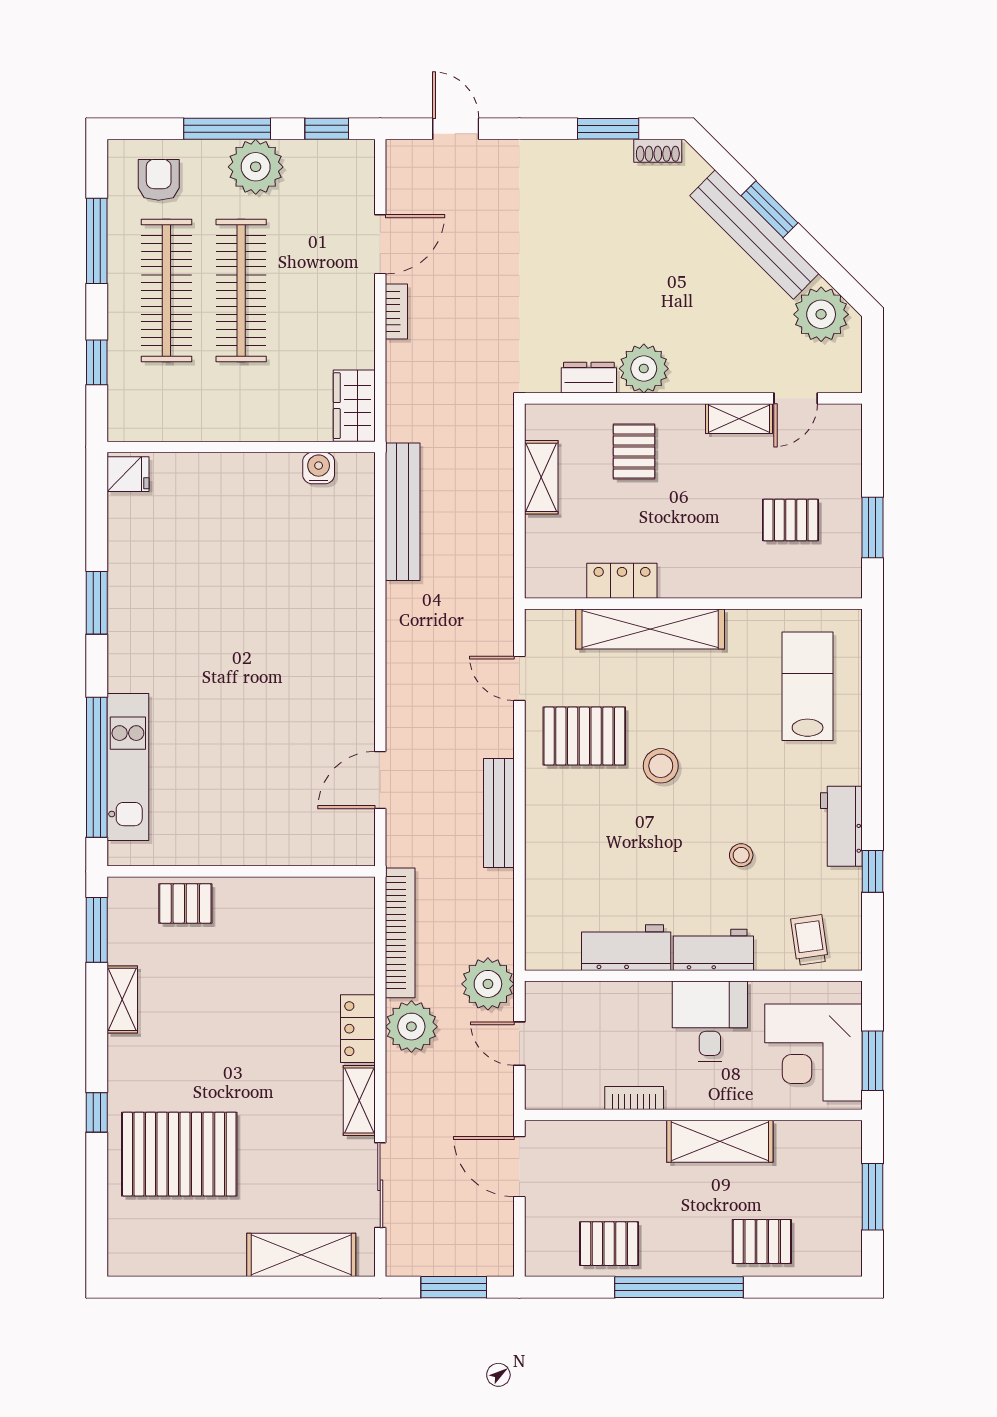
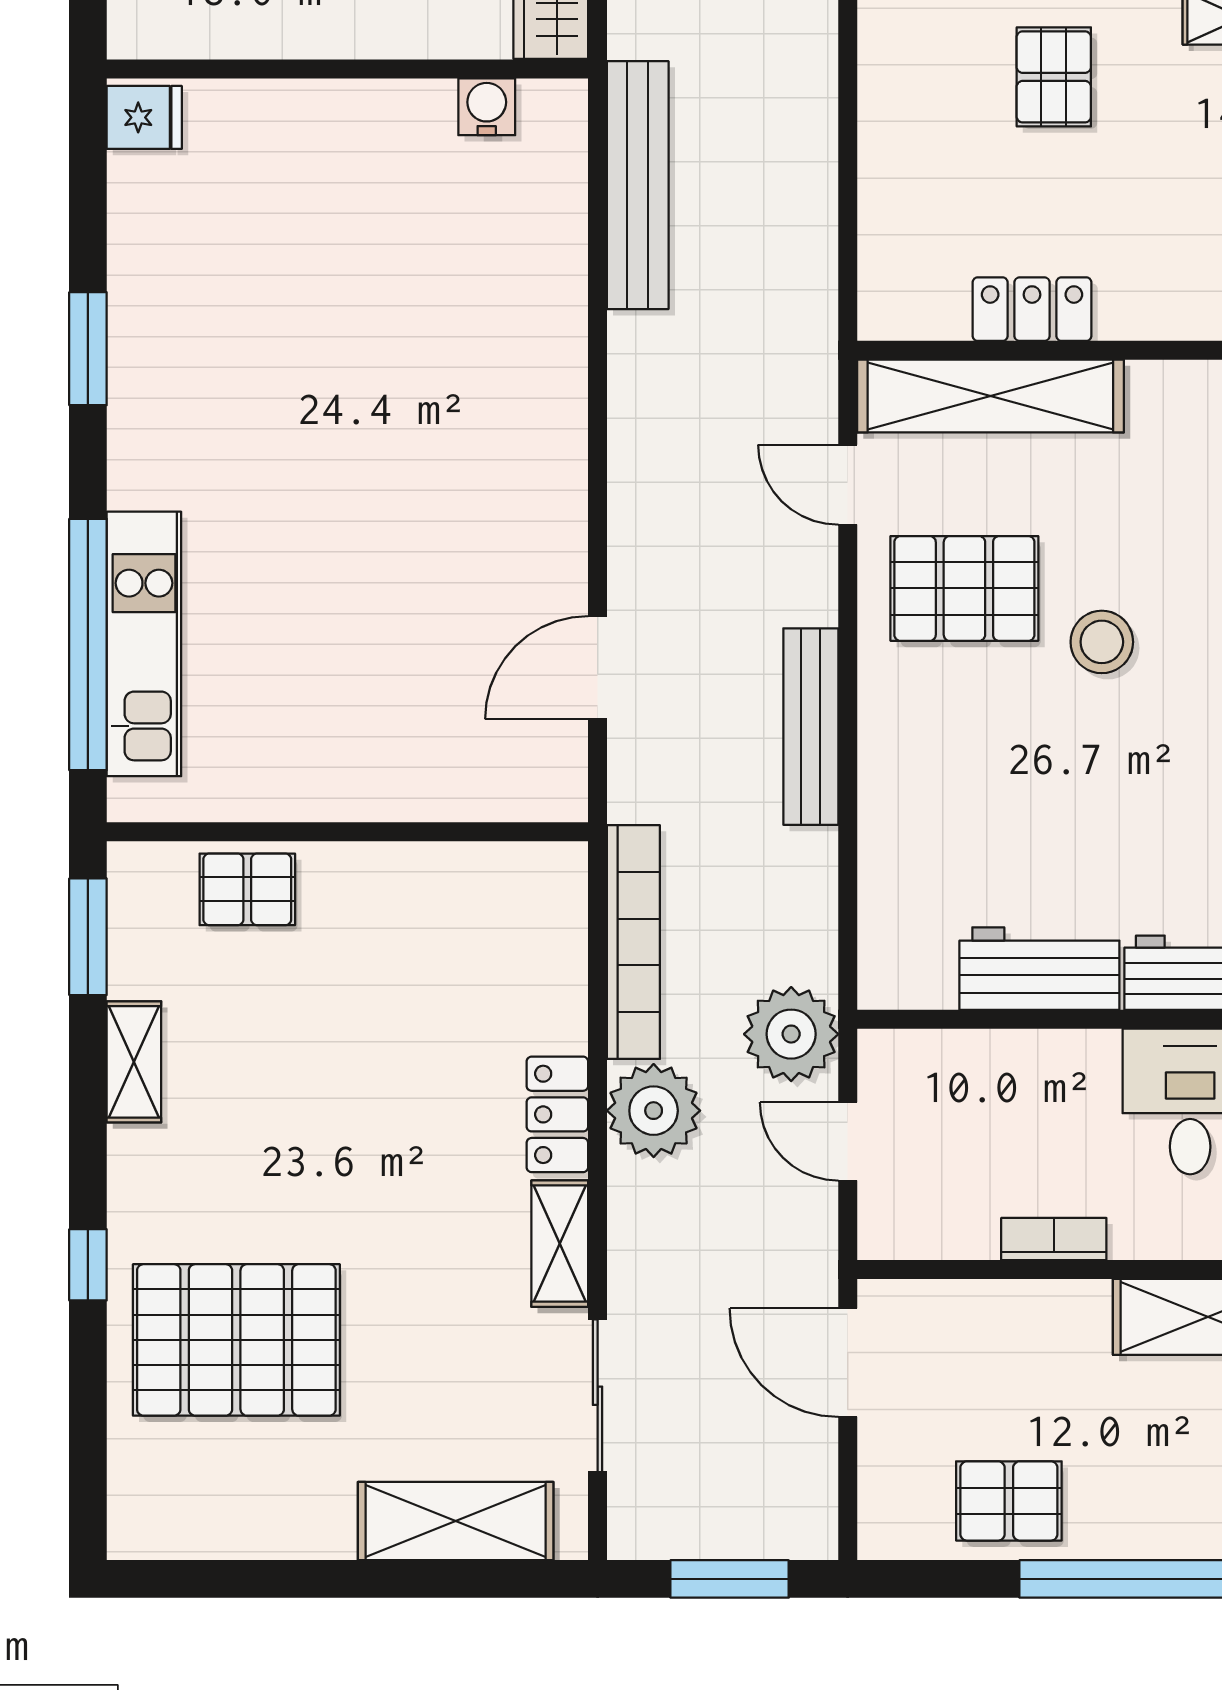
shelving: (541, 477) -> (887, 123), removed
shelving: (650, 629) -> (990, 396), moved

